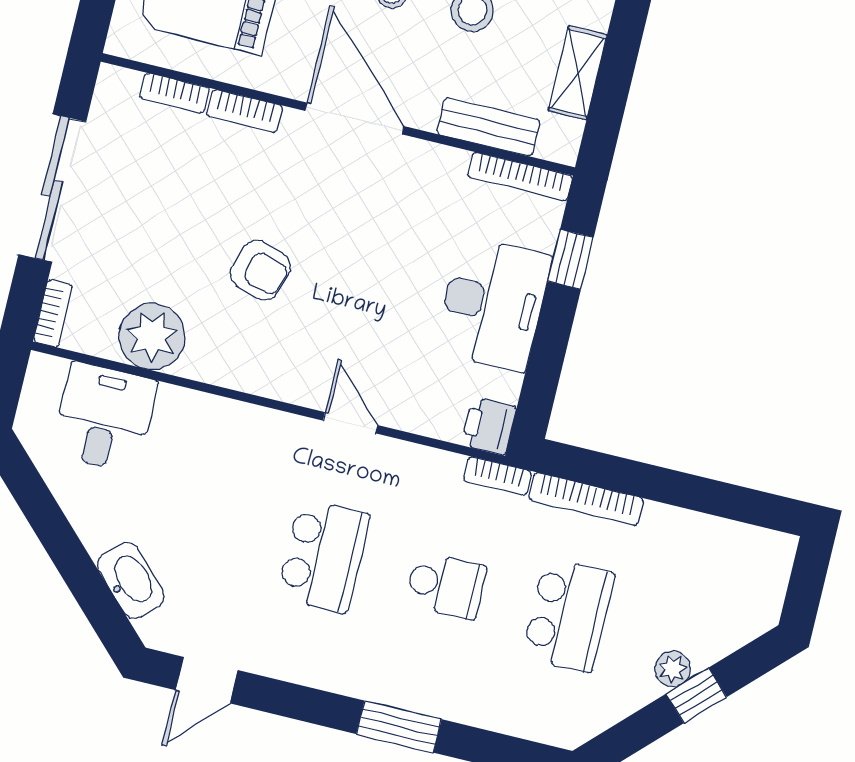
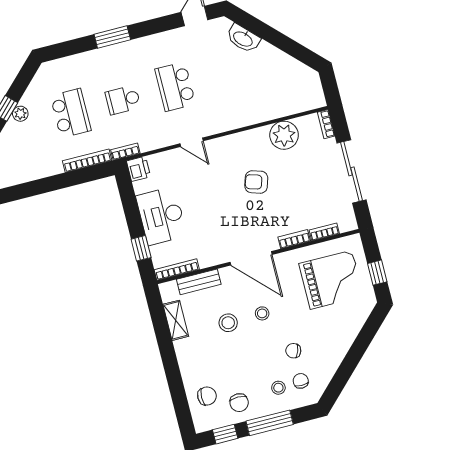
desk: (104, 417) -> (286, 95), removed
school desk: (568, 615) -> (71, 113), turned 180

